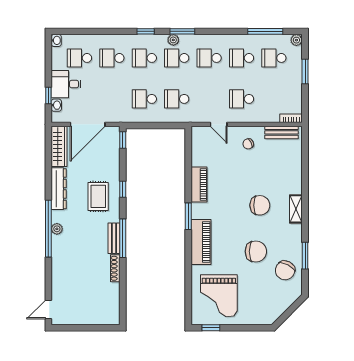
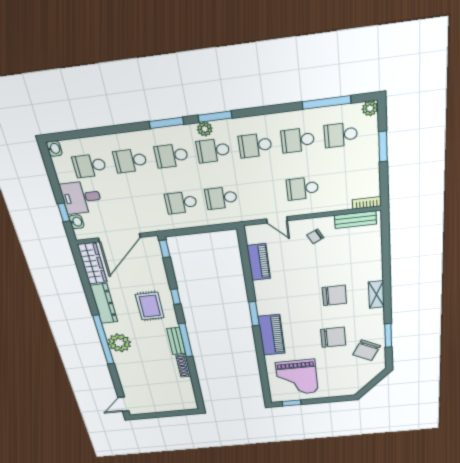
window: (146, 31) -> (166, 123), width x1.50
piano: (199, 185) -> (259, 262), moved
plant: (57, 229) -> (119, 343), width x1.87, depth x1.87

